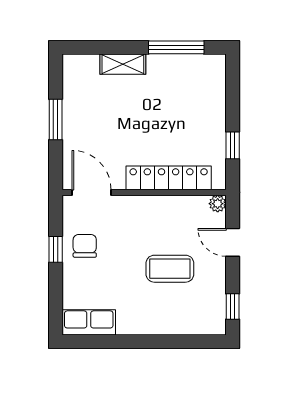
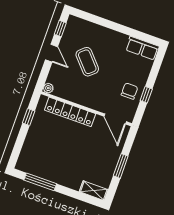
shelving: (123, 64) -> (94, 191), moved
door: (233, 242) -> (51, 53), moved
chair: (85, 246) -> (129, 91), turned 180
coffee table: (170, 269) -> (87, 62), turned 48

